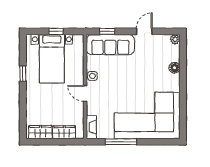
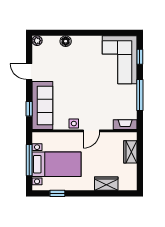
window: (56, 31) -> (29, 160), width x2.17
window: (23, 74) -> (57, 193), moved
corner sofa: (147, 115) -> (120, 60), width x0.73, depth x0.74
wardrobe: (40, 132) -> (106, 184), moved, turned 90
window: (159, 142) -> (140, 57), added

